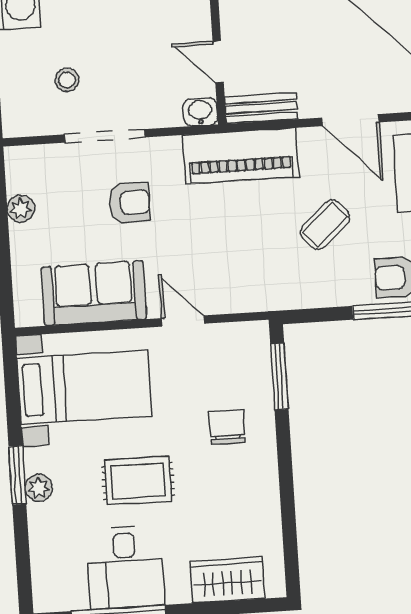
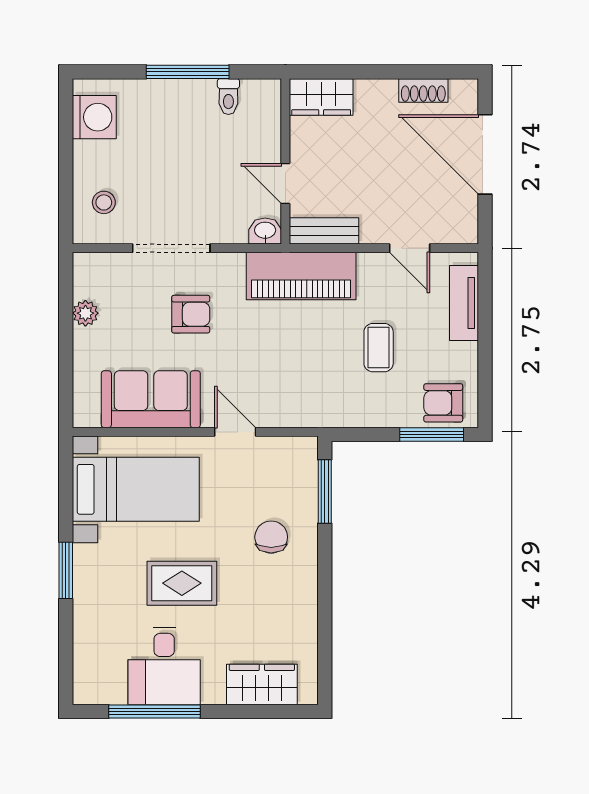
stool: (67, 80) -> (104, 202), moved
door: (351, 120) -> (410, 248), width x0.73
coffee table: (325, 225) -> (379, 348), turned -48
plant: (39, 488) -> (85, 584), removed

